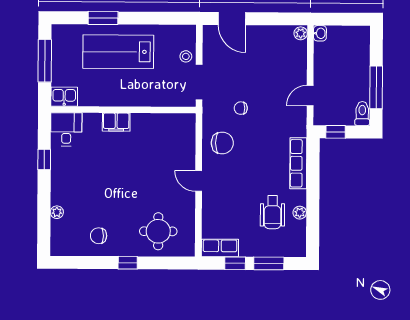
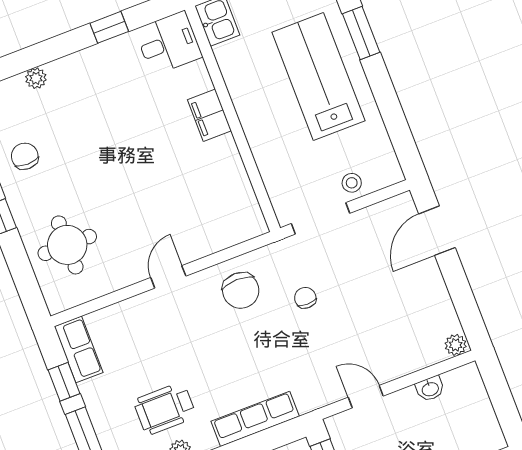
washbasin: (320, 33) -> (430, 389), moved

